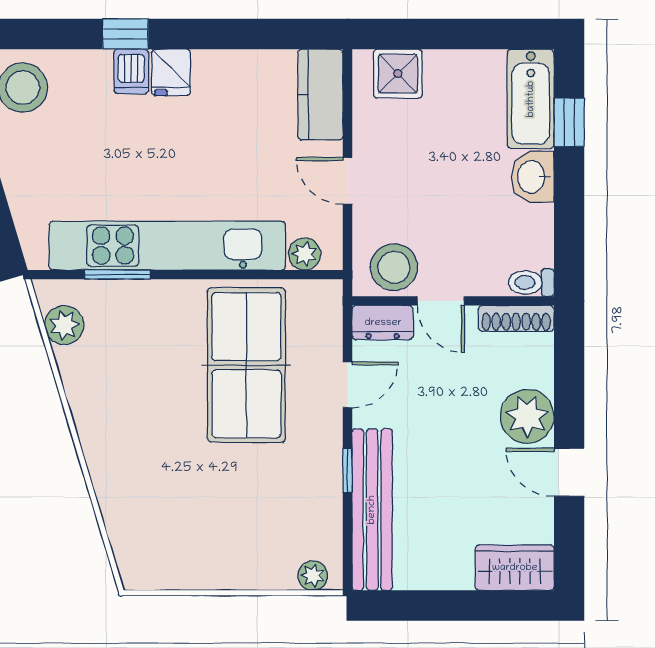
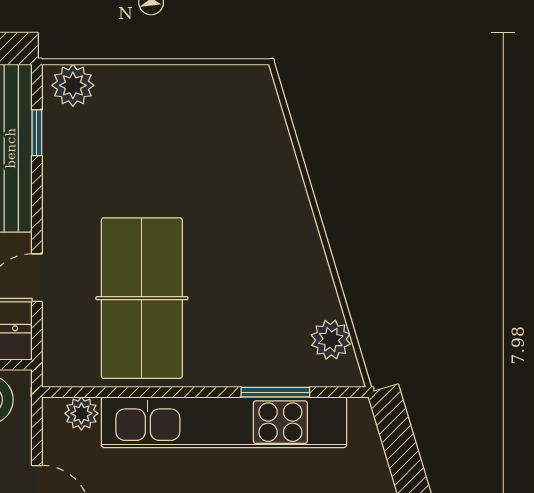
window: (347, 470) -> (37, 133), moved
plant: (313, 576) -> (73, 85), width x1.38, depth x1.38

